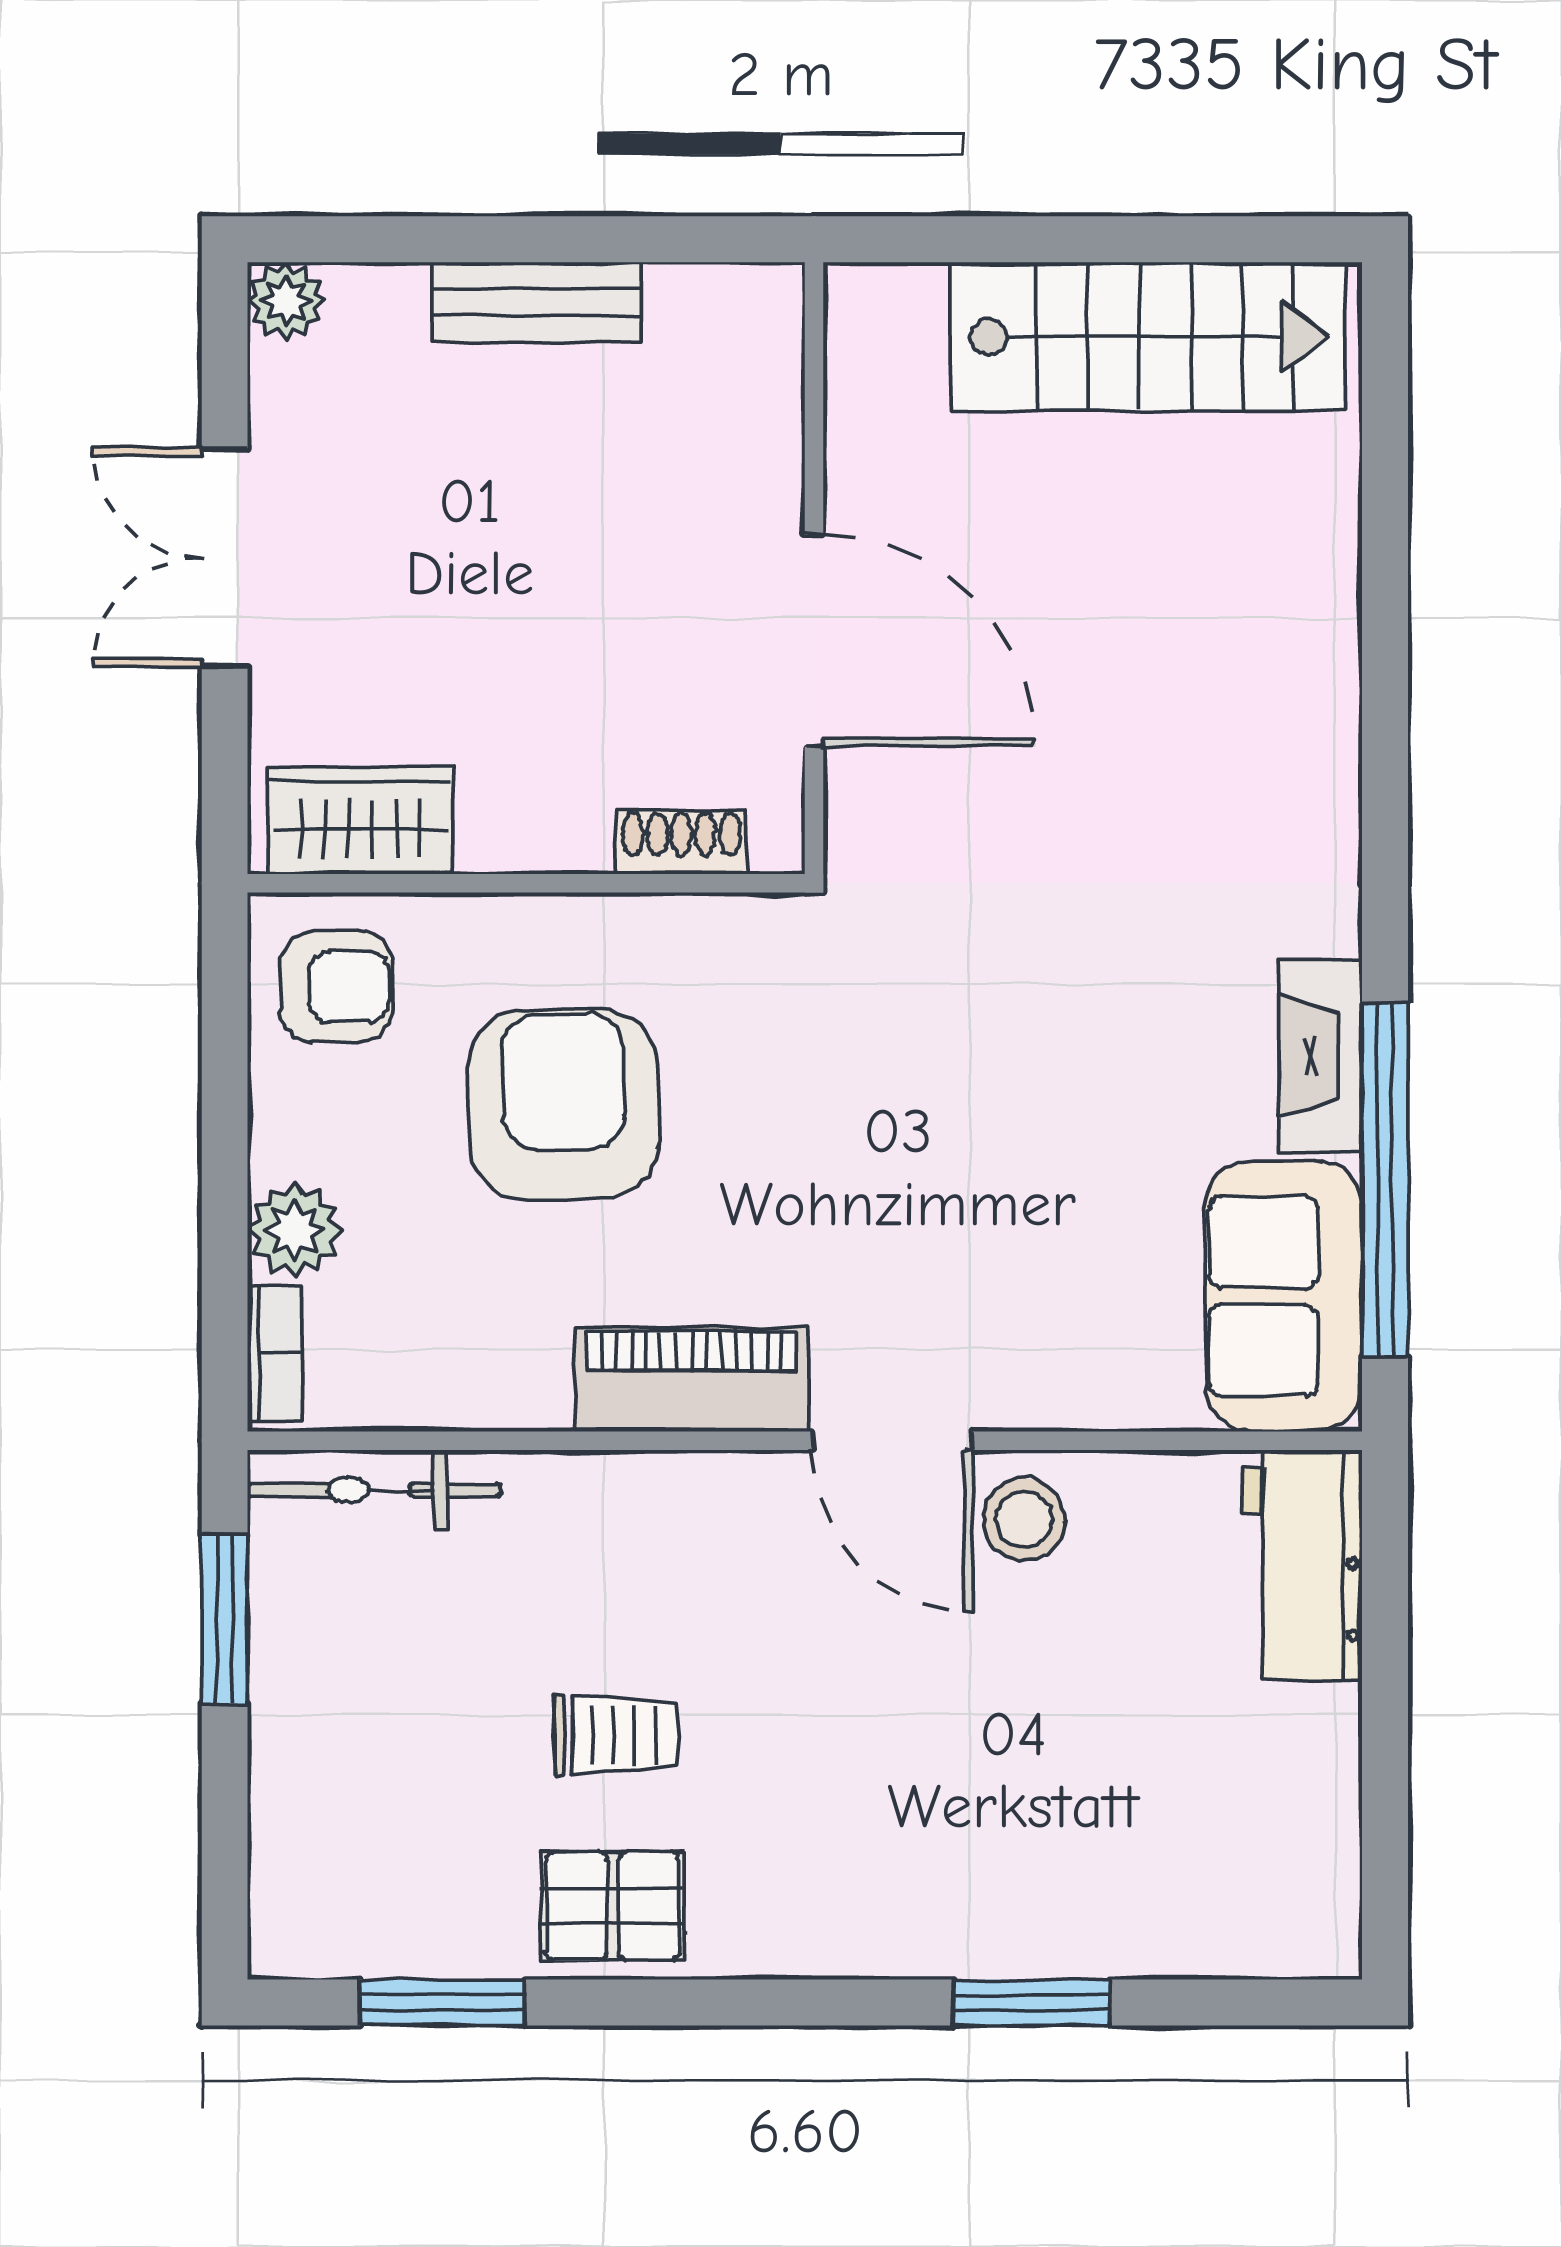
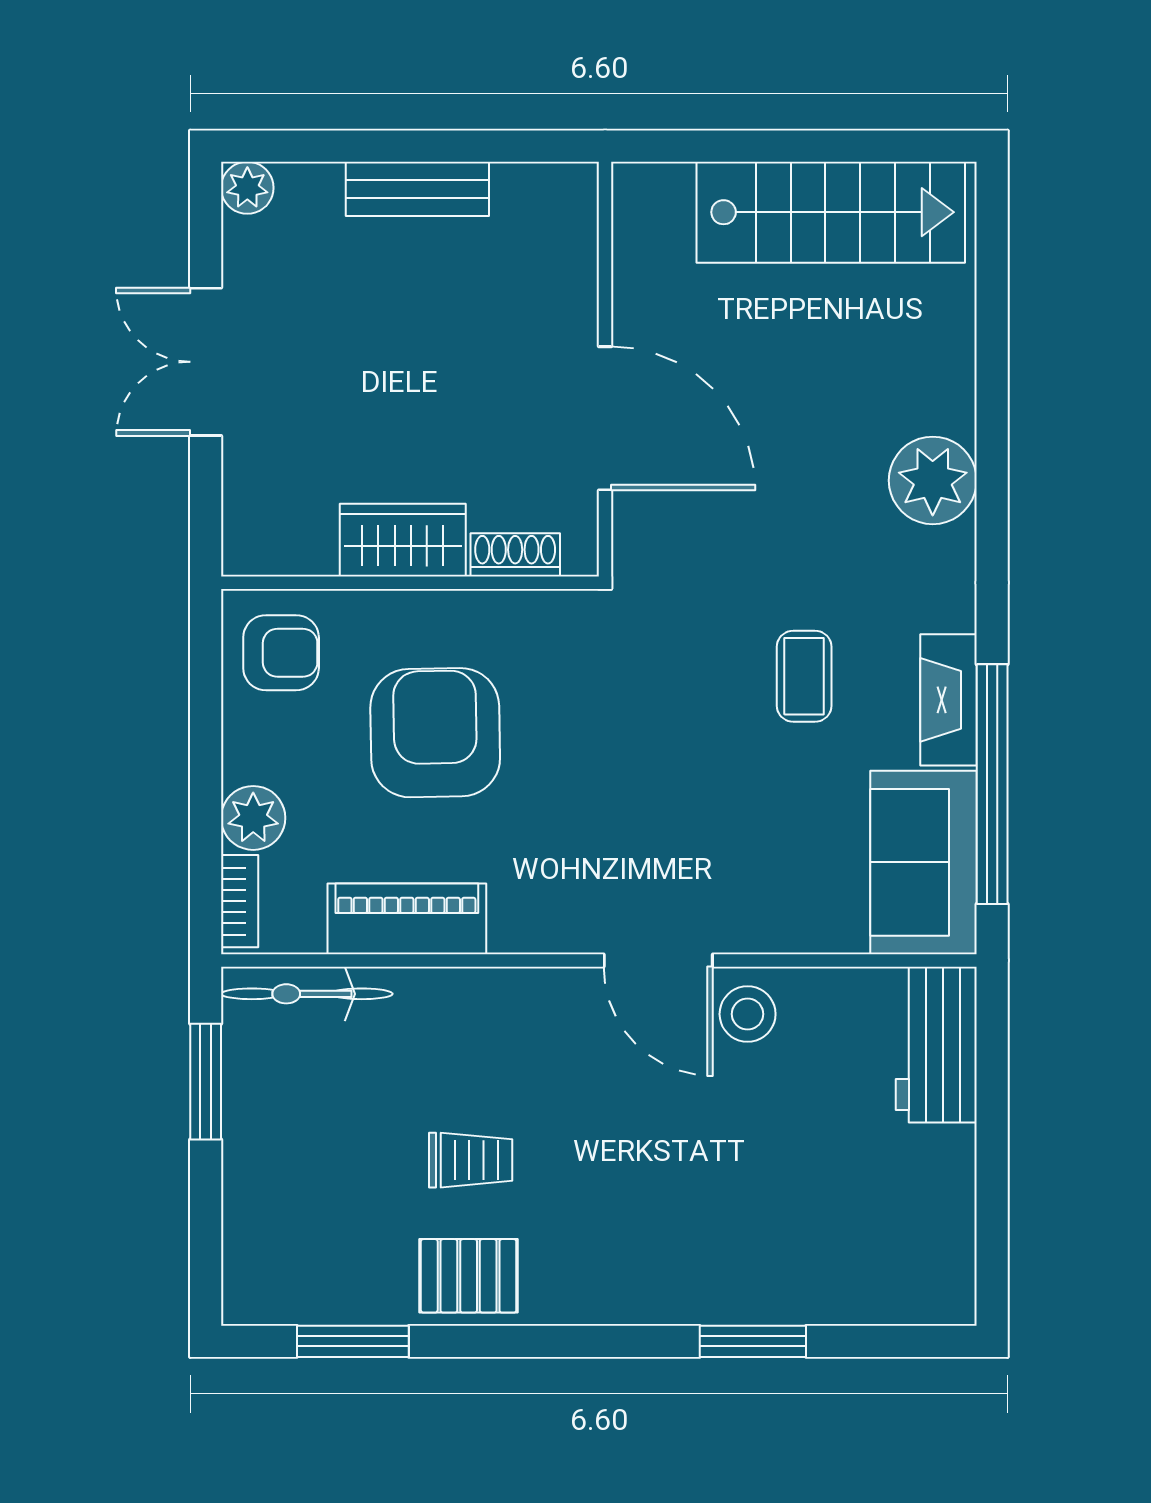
plant: (1297, 732) -> (933, 480), added
wardrobe: (360, 820) -> (403, 540), moved
coffee table: (1108, 1021) -> (804, 676), added
piano: (692, 1379) -> (407, 919), moved

